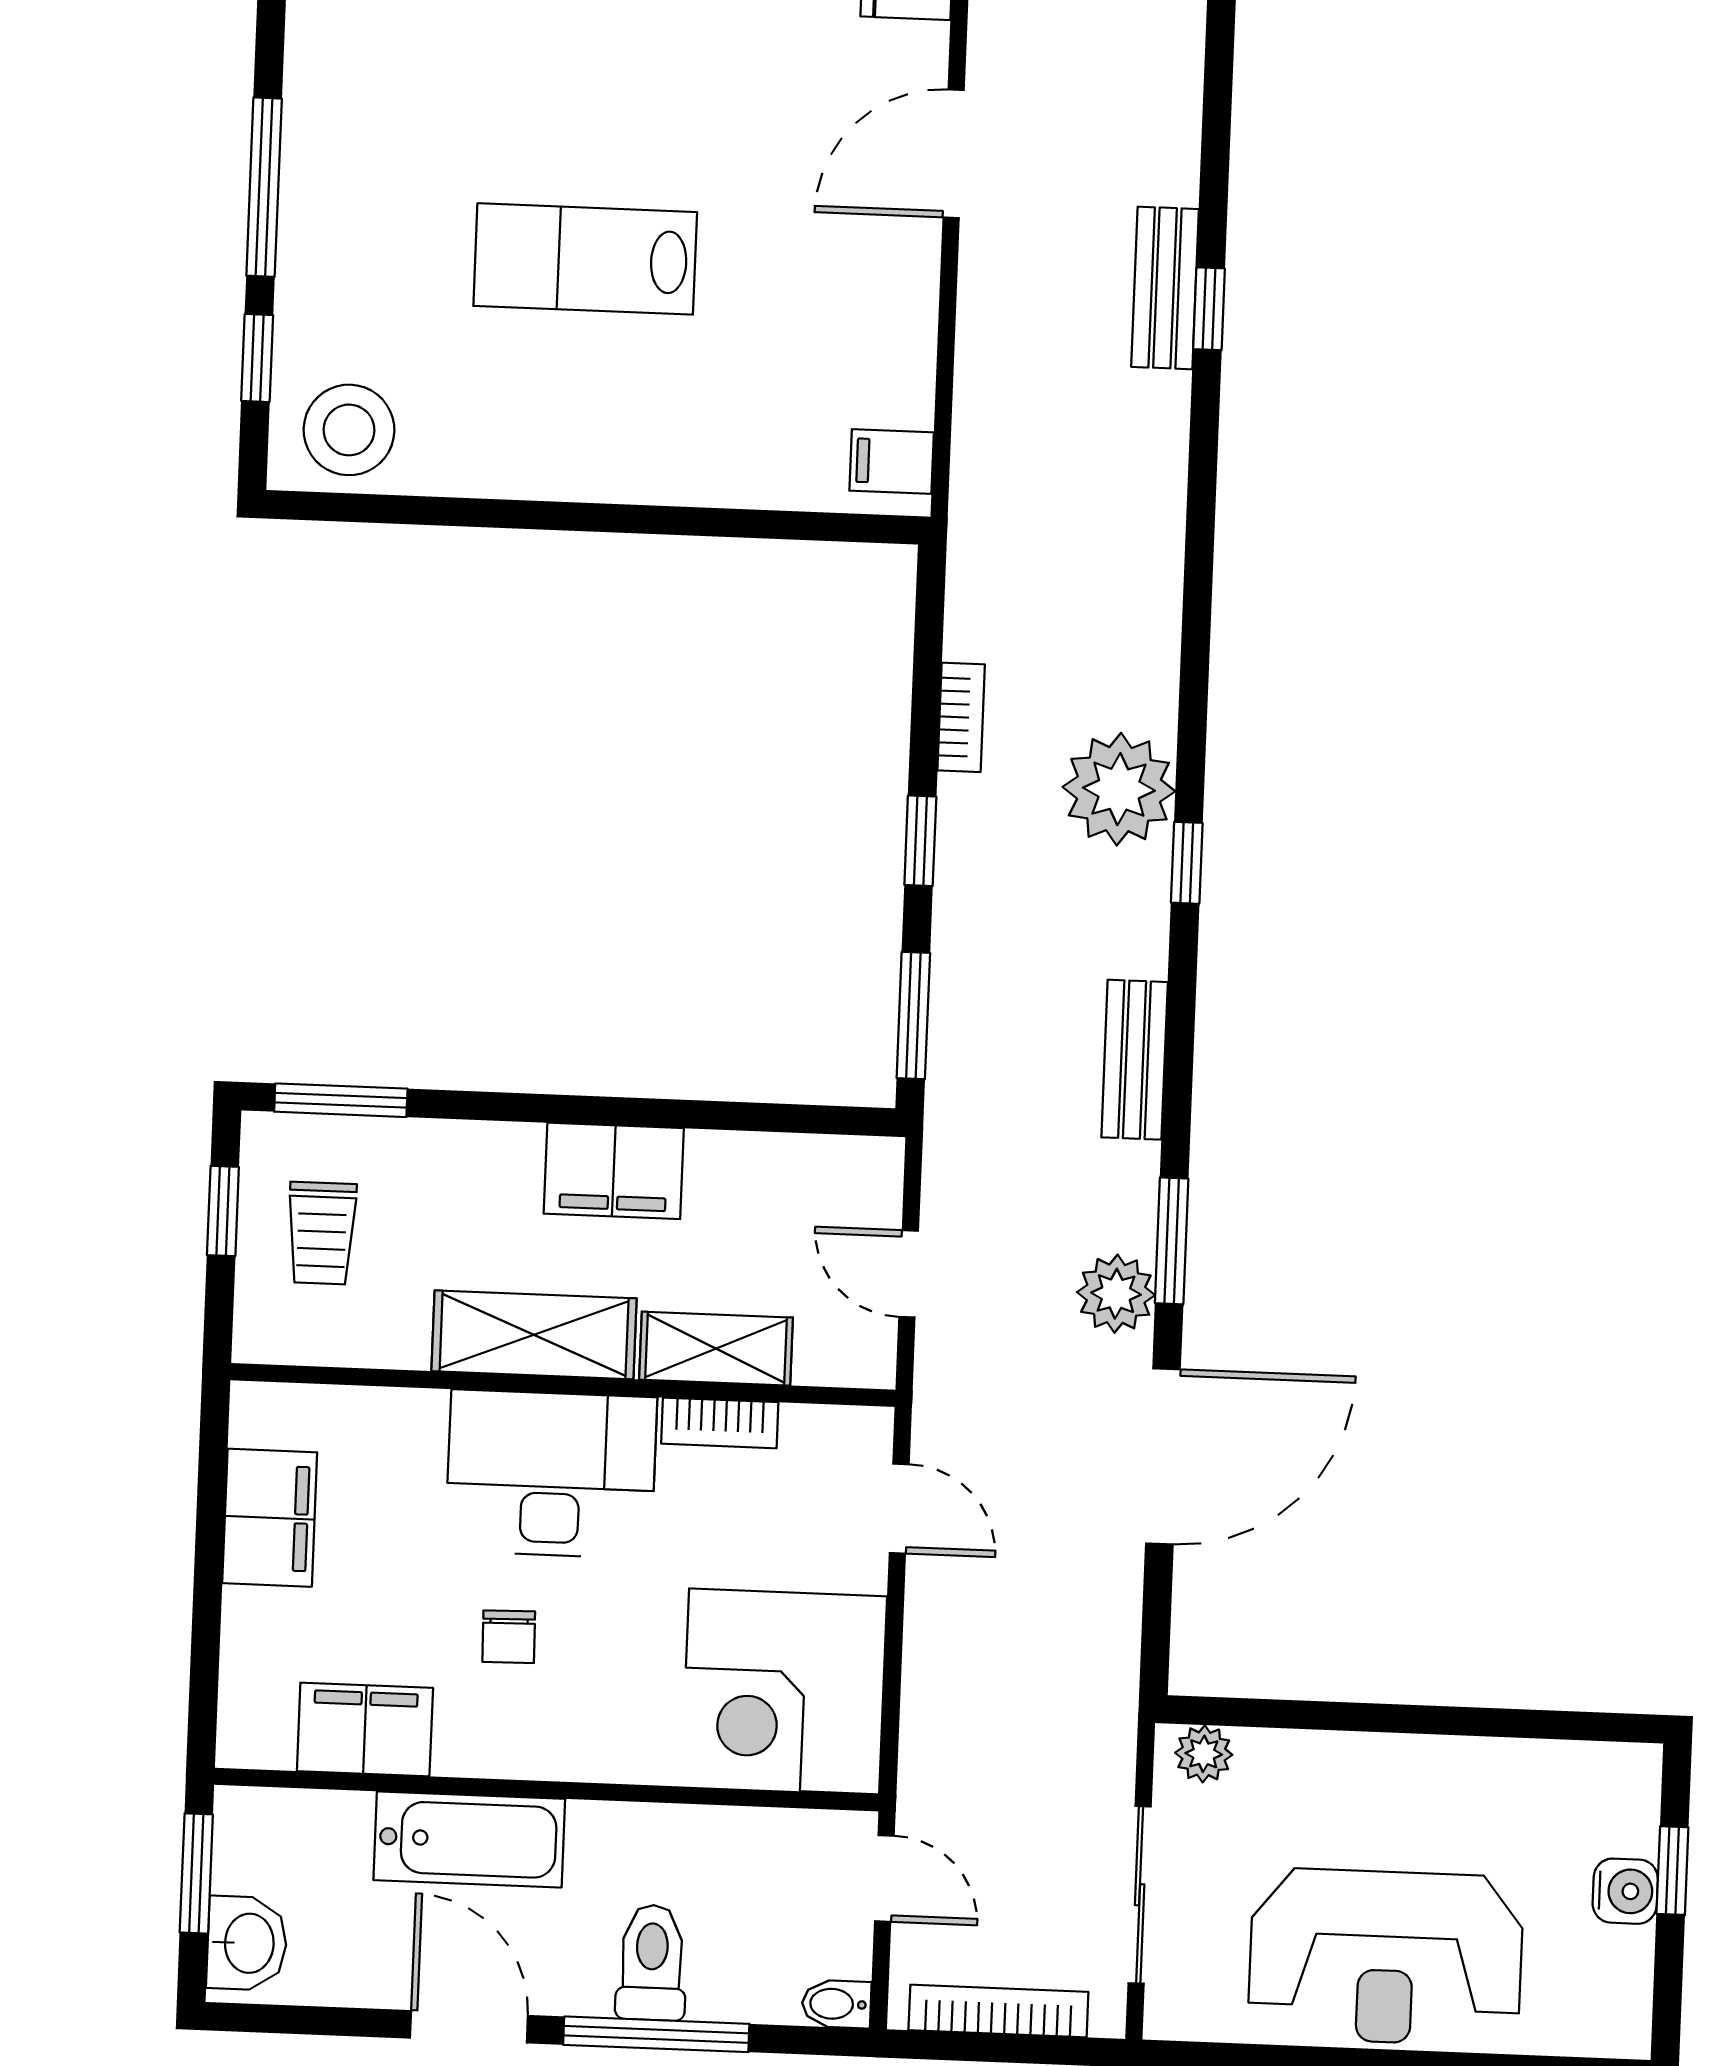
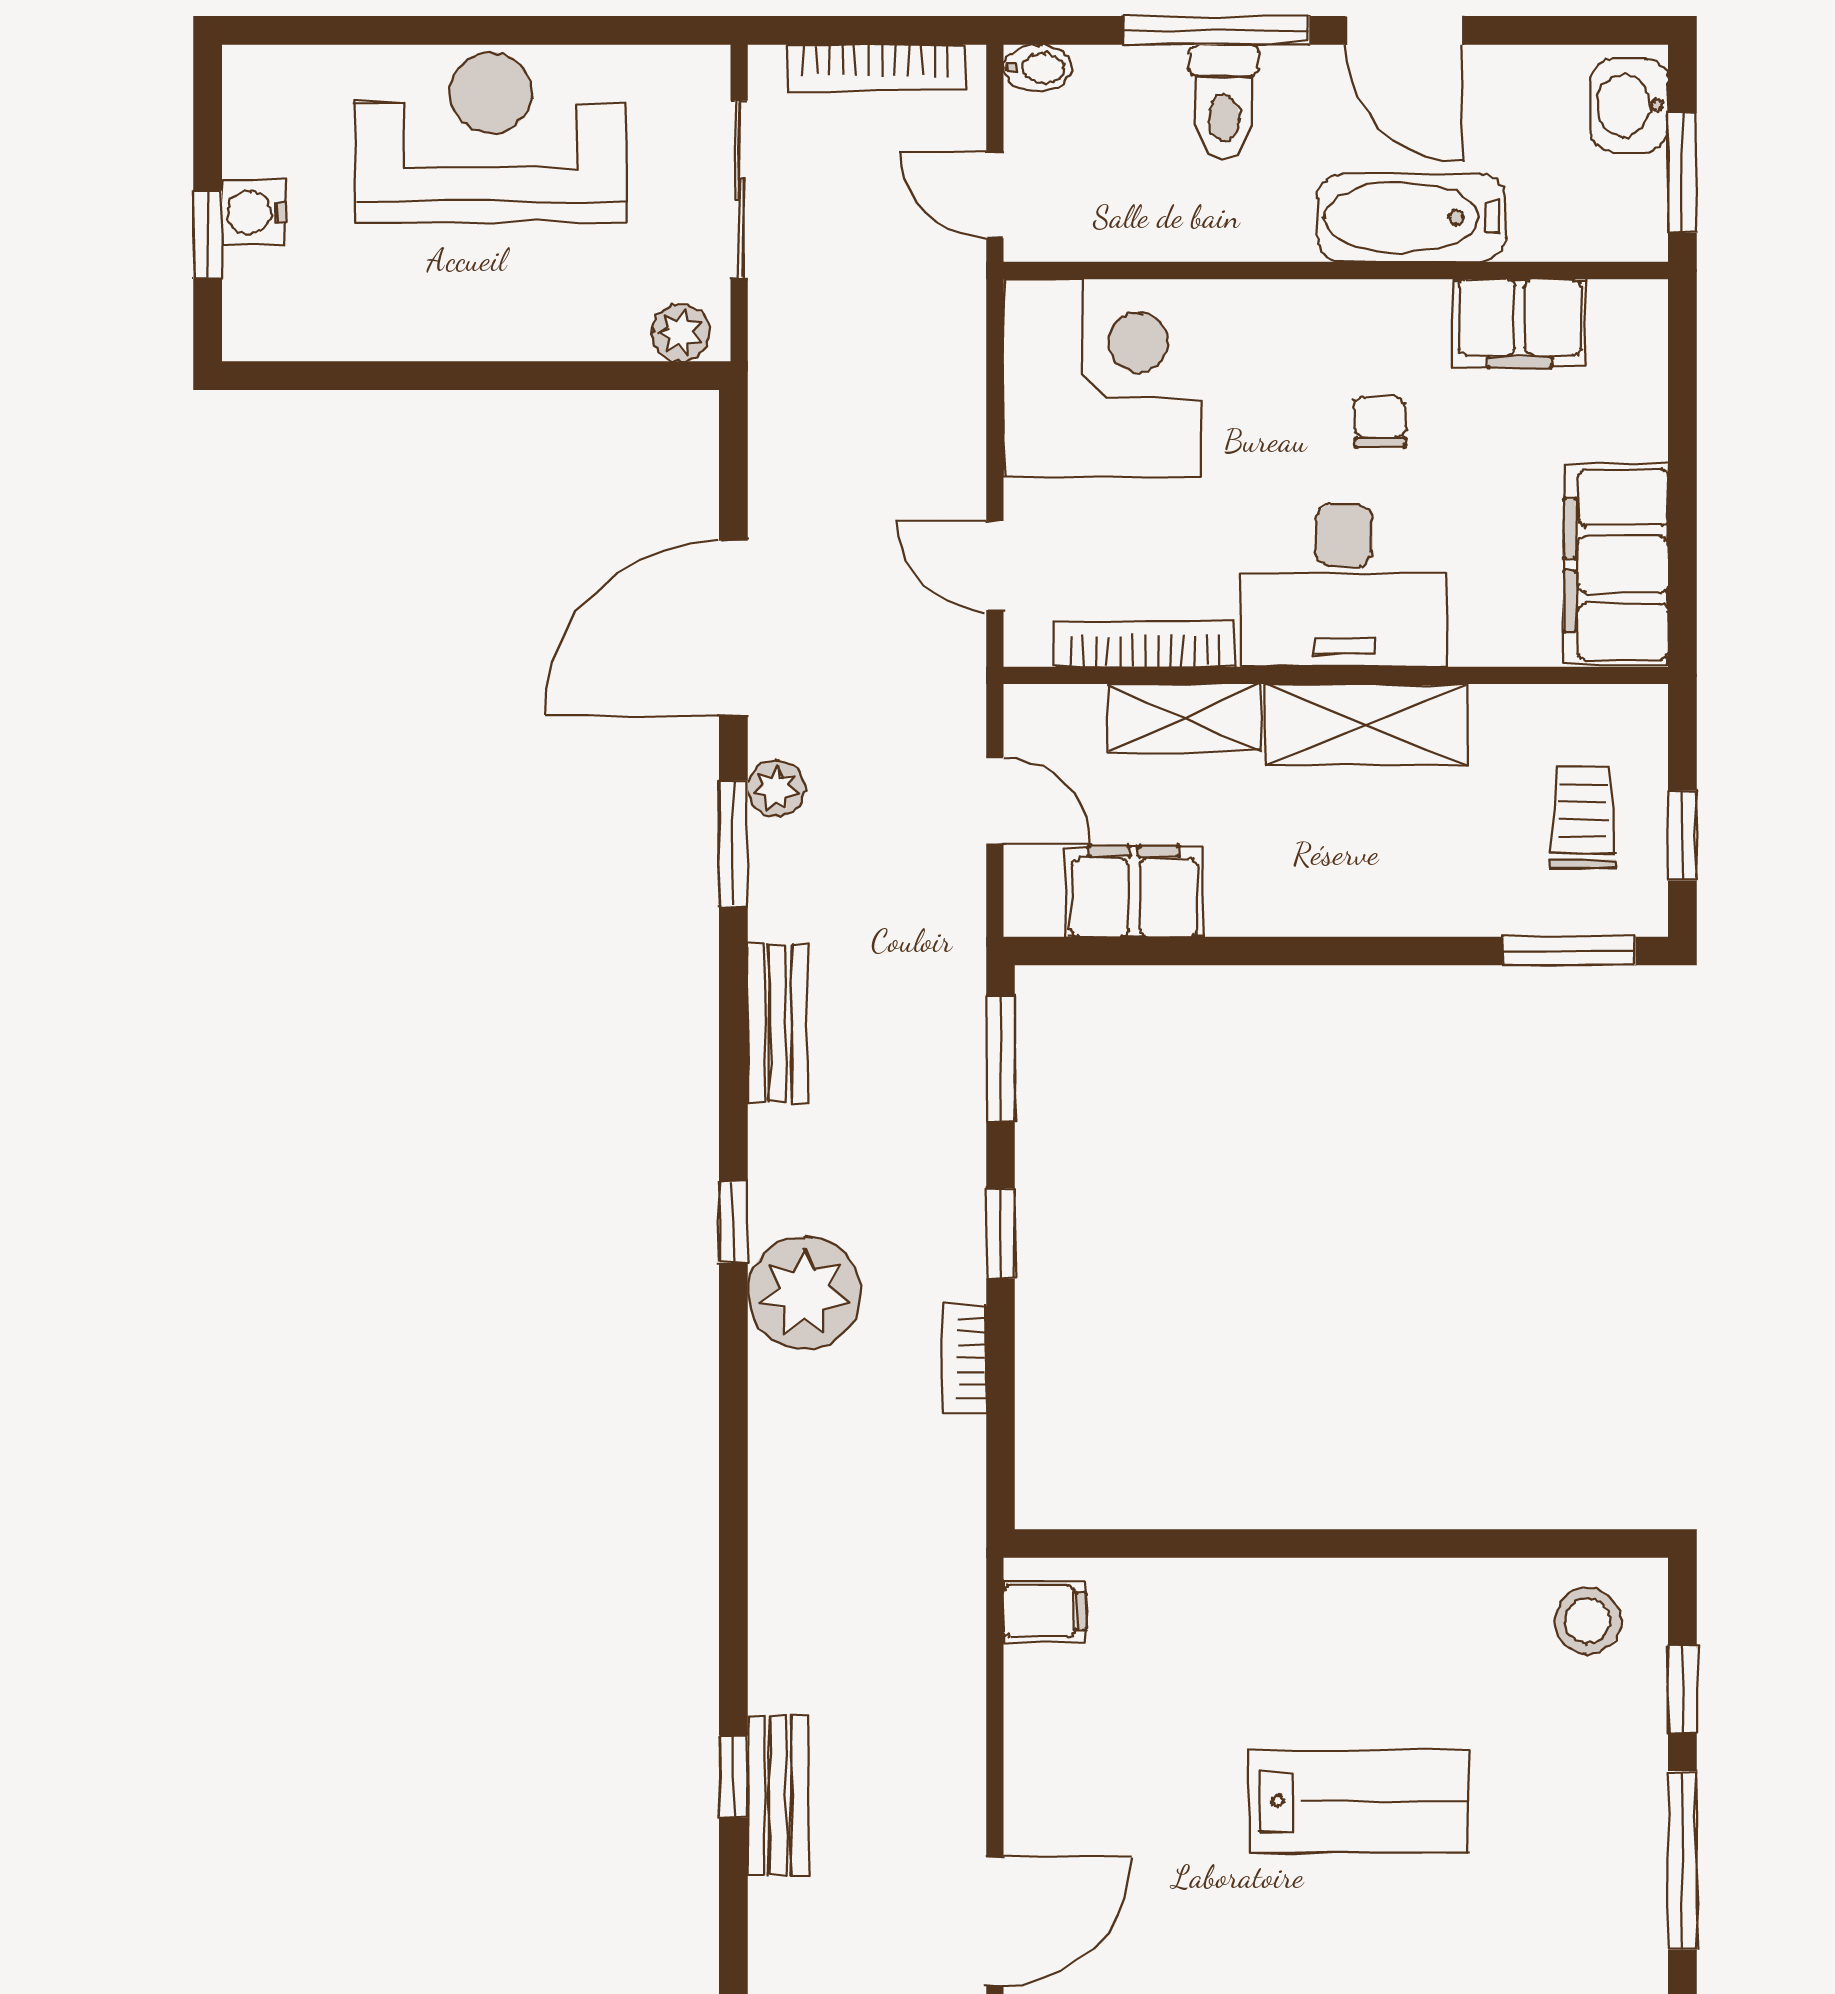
stool: (349, 430) -> (1588, 1621), width x0.73, depth x0.73
filing cabinet: (614, 1171) -> (1134, 891), moved
plant: (1116, 1294) -> (776, 789), width x0.73, depth x0.73
bookcase: (720, 1423) -> (1145, 644), width x1.56
filing cabinet: (270, 1518) -> (1616, 565), width x1.50, depth x1.17

